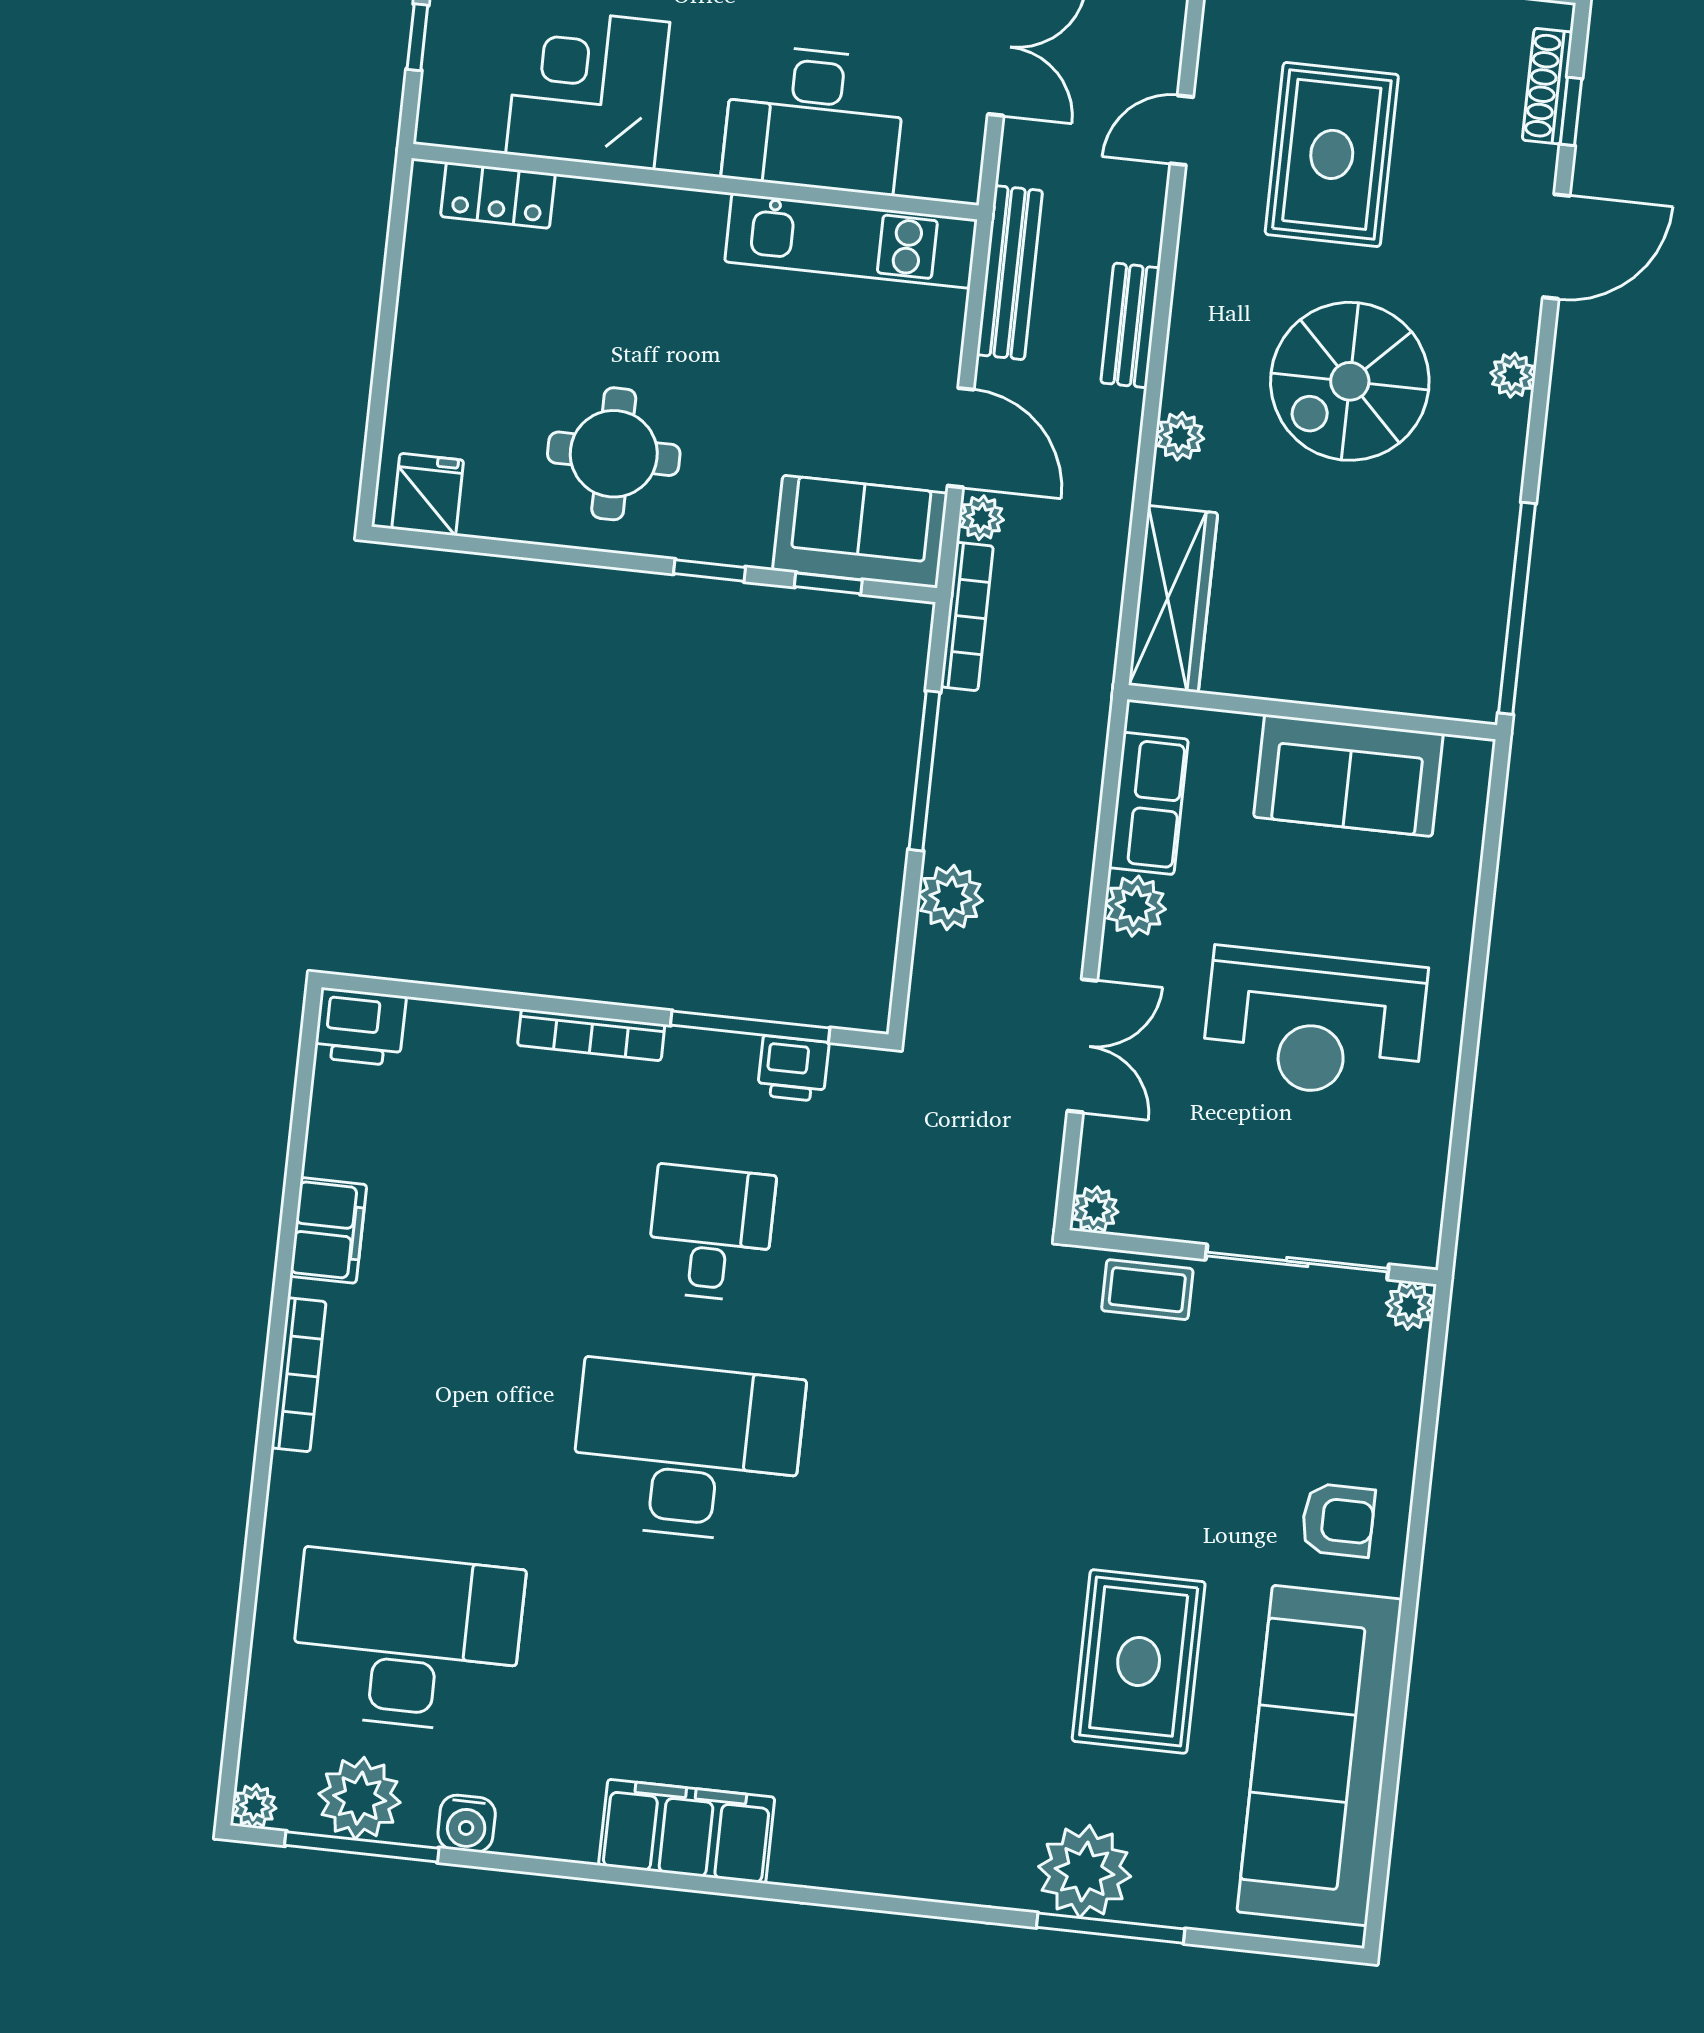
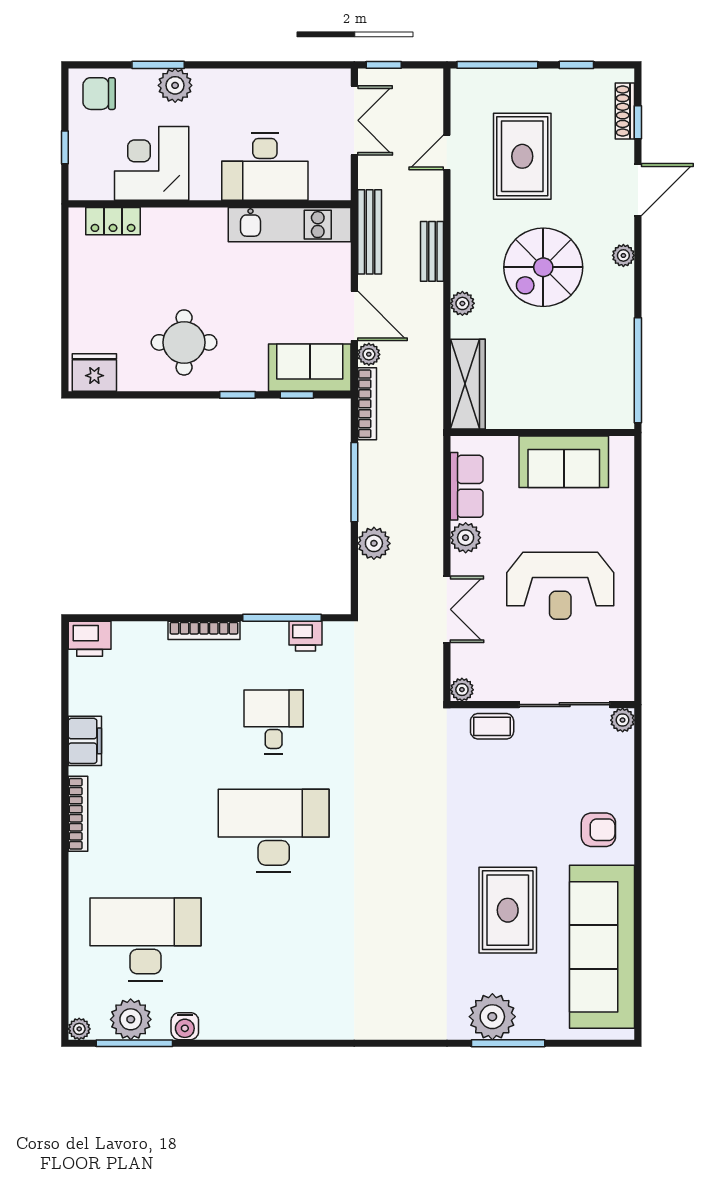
fridge: (428, 494) -> (94, 372), width x1.38
filing cabinet: (687, 1831) -> (294, 1018), removed

